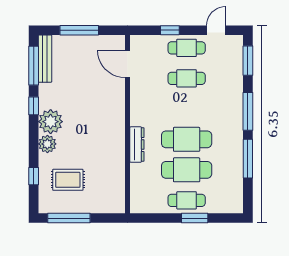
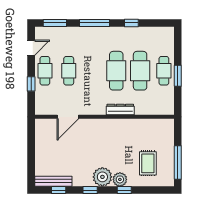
window: (79, 30) -> (31, 154), removed
door: (216, 30) -> (31, 48), swing flipped
door: (128, 64) -> (68, 117), moved
window: (34, 66) -> (59, 190), width x0.46
window: (248, 159) -> (131, 23), width x0.46
window: (34, 176) -> (124, 190), moved
window: (195, 218) -> (178, 76), moved

